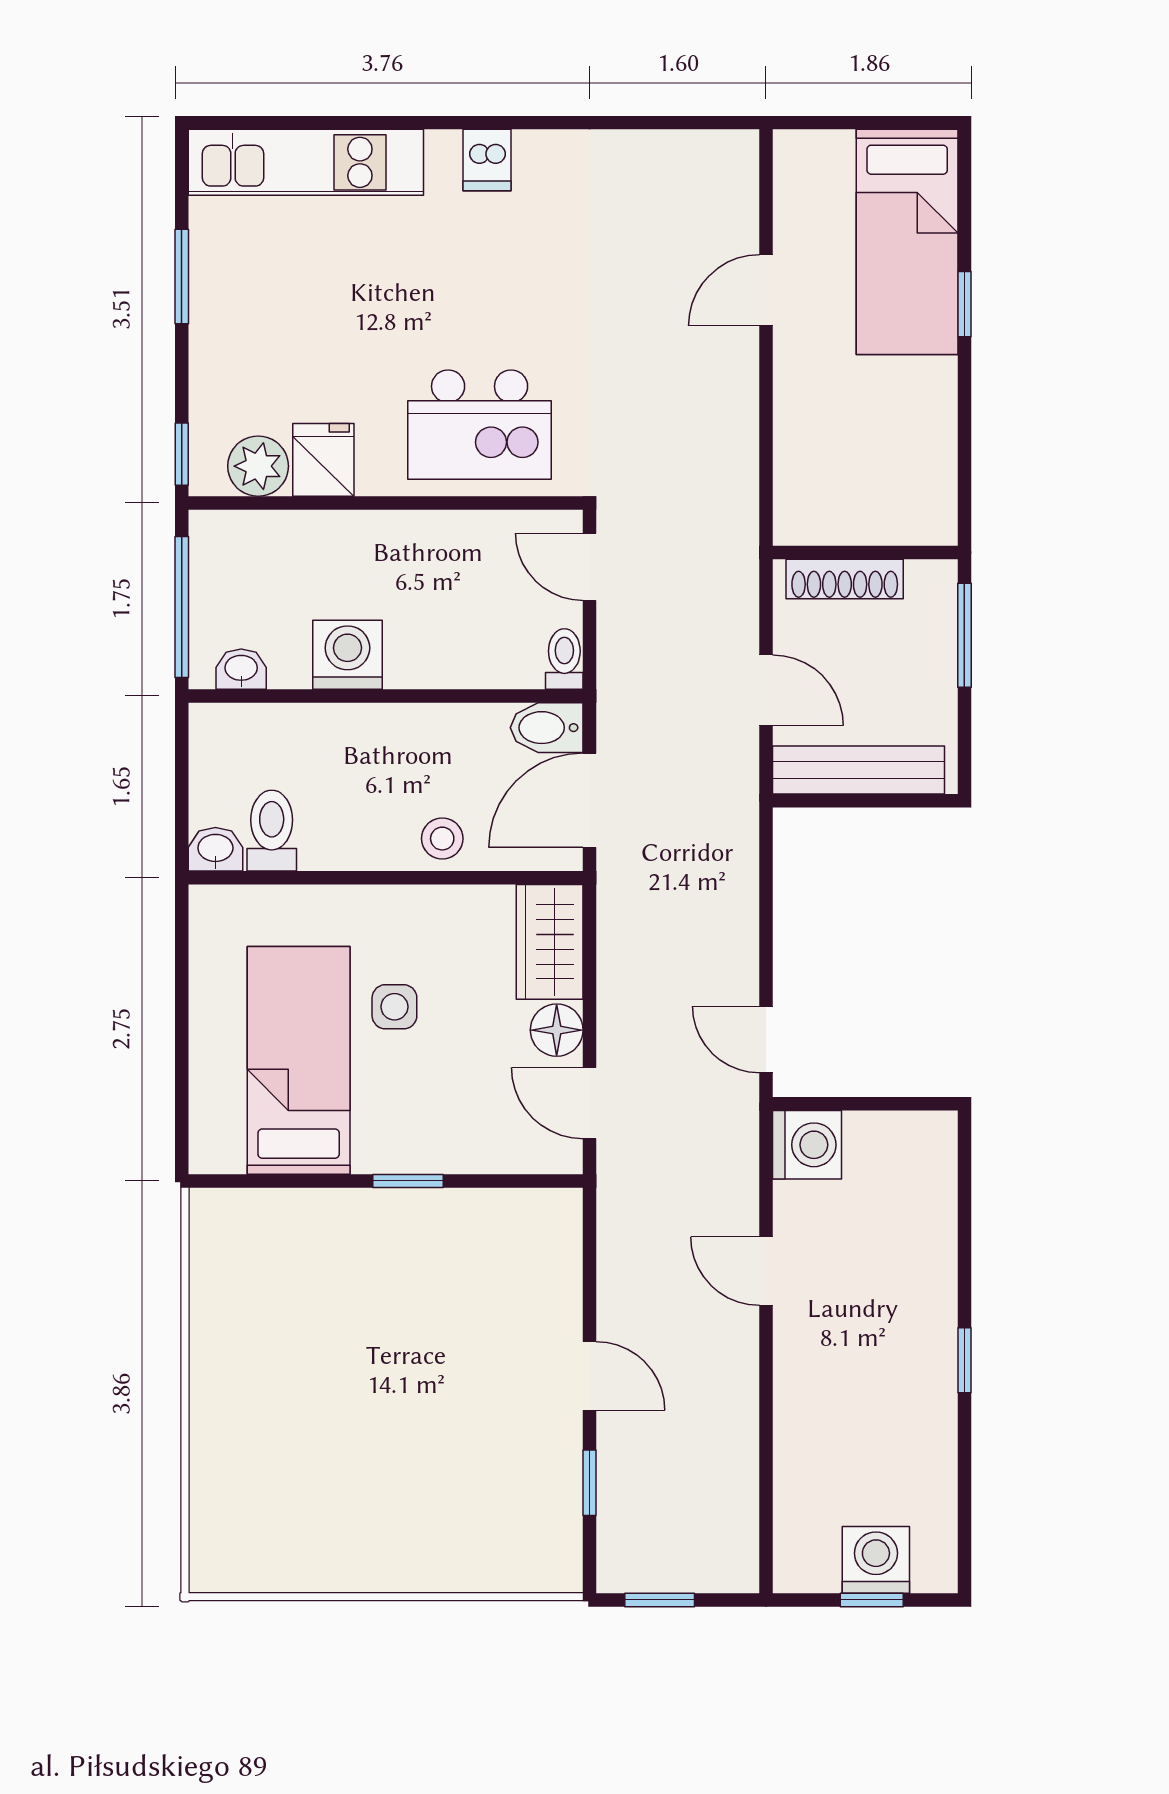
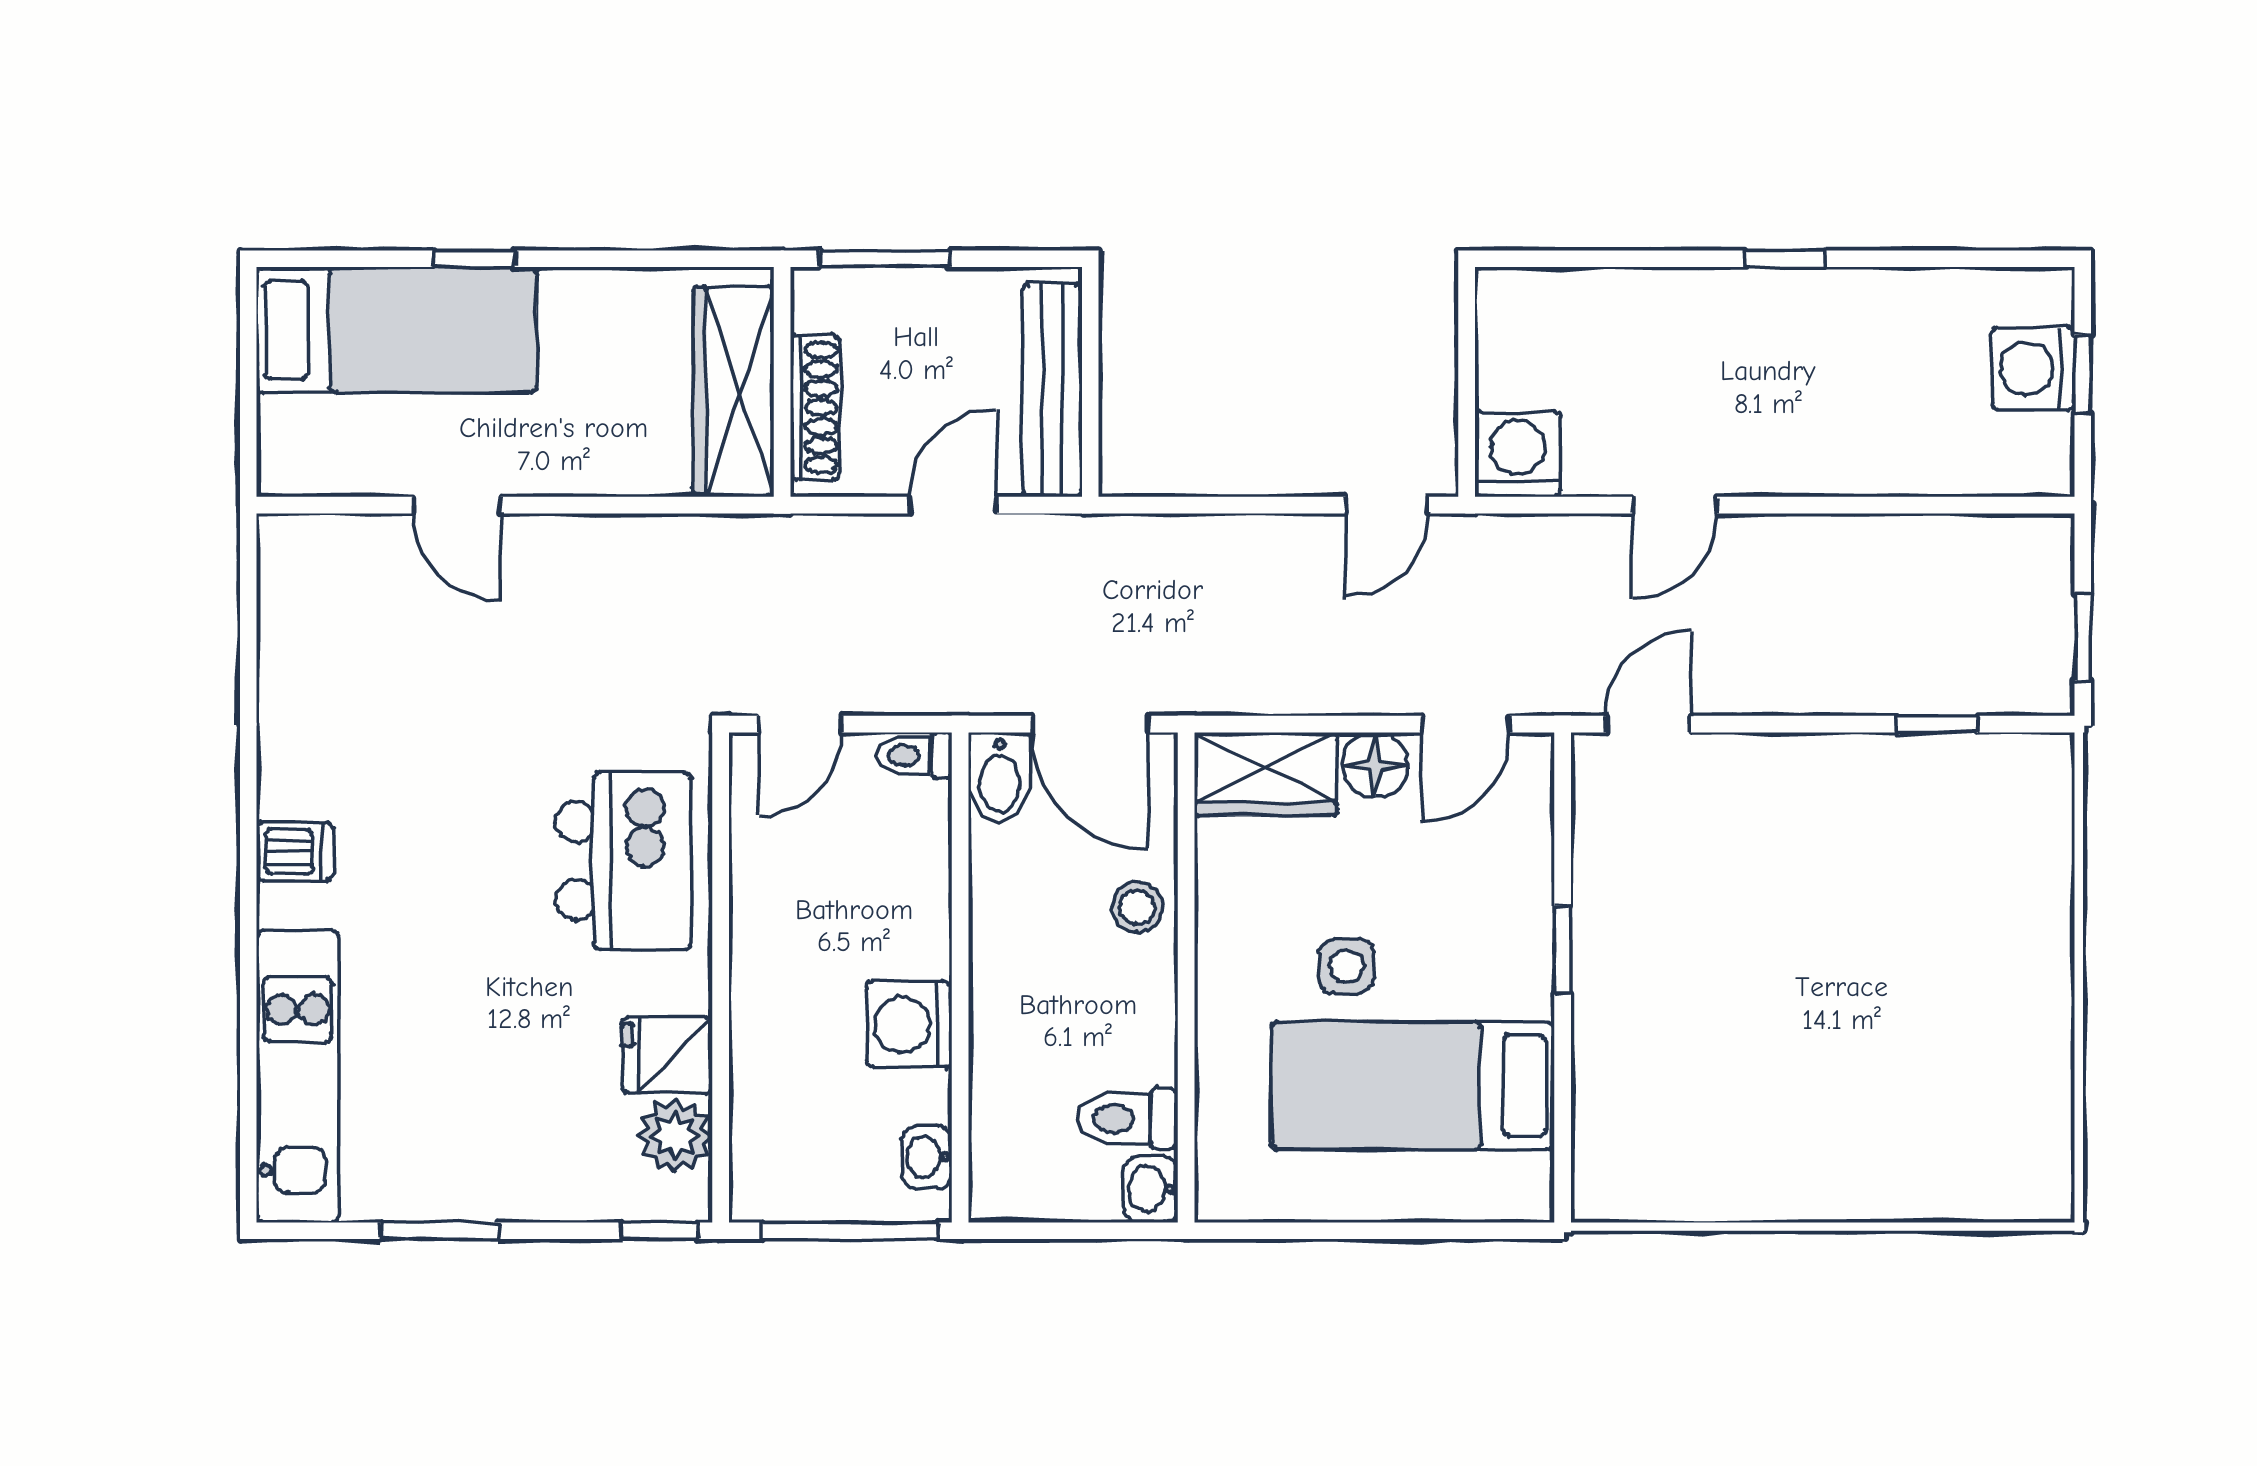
wardrobe: (858, 514) -> (734, 391), added
door: (590, 1376) -> (1648, 724), moved

